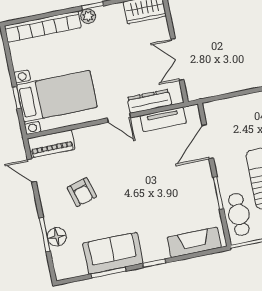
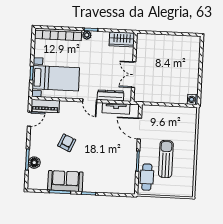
door: (208, 142) -> (139, 129), hinge flipped
door: (32, 171) -> (29, 119), swing flipped
armchair: (82, 192) -> (67, 143), moved, turned -140
fireplace: (194, 242) -> (116, 187), removed

